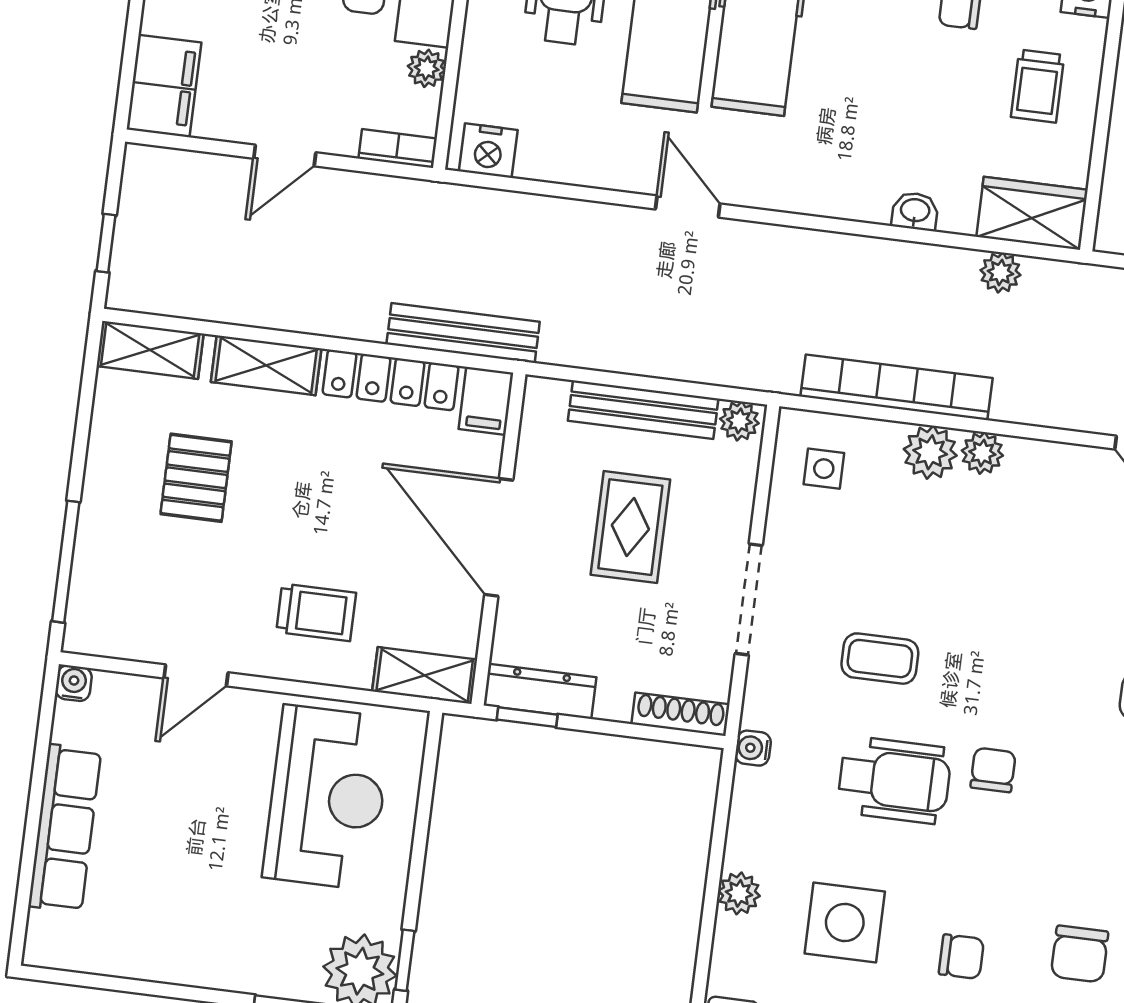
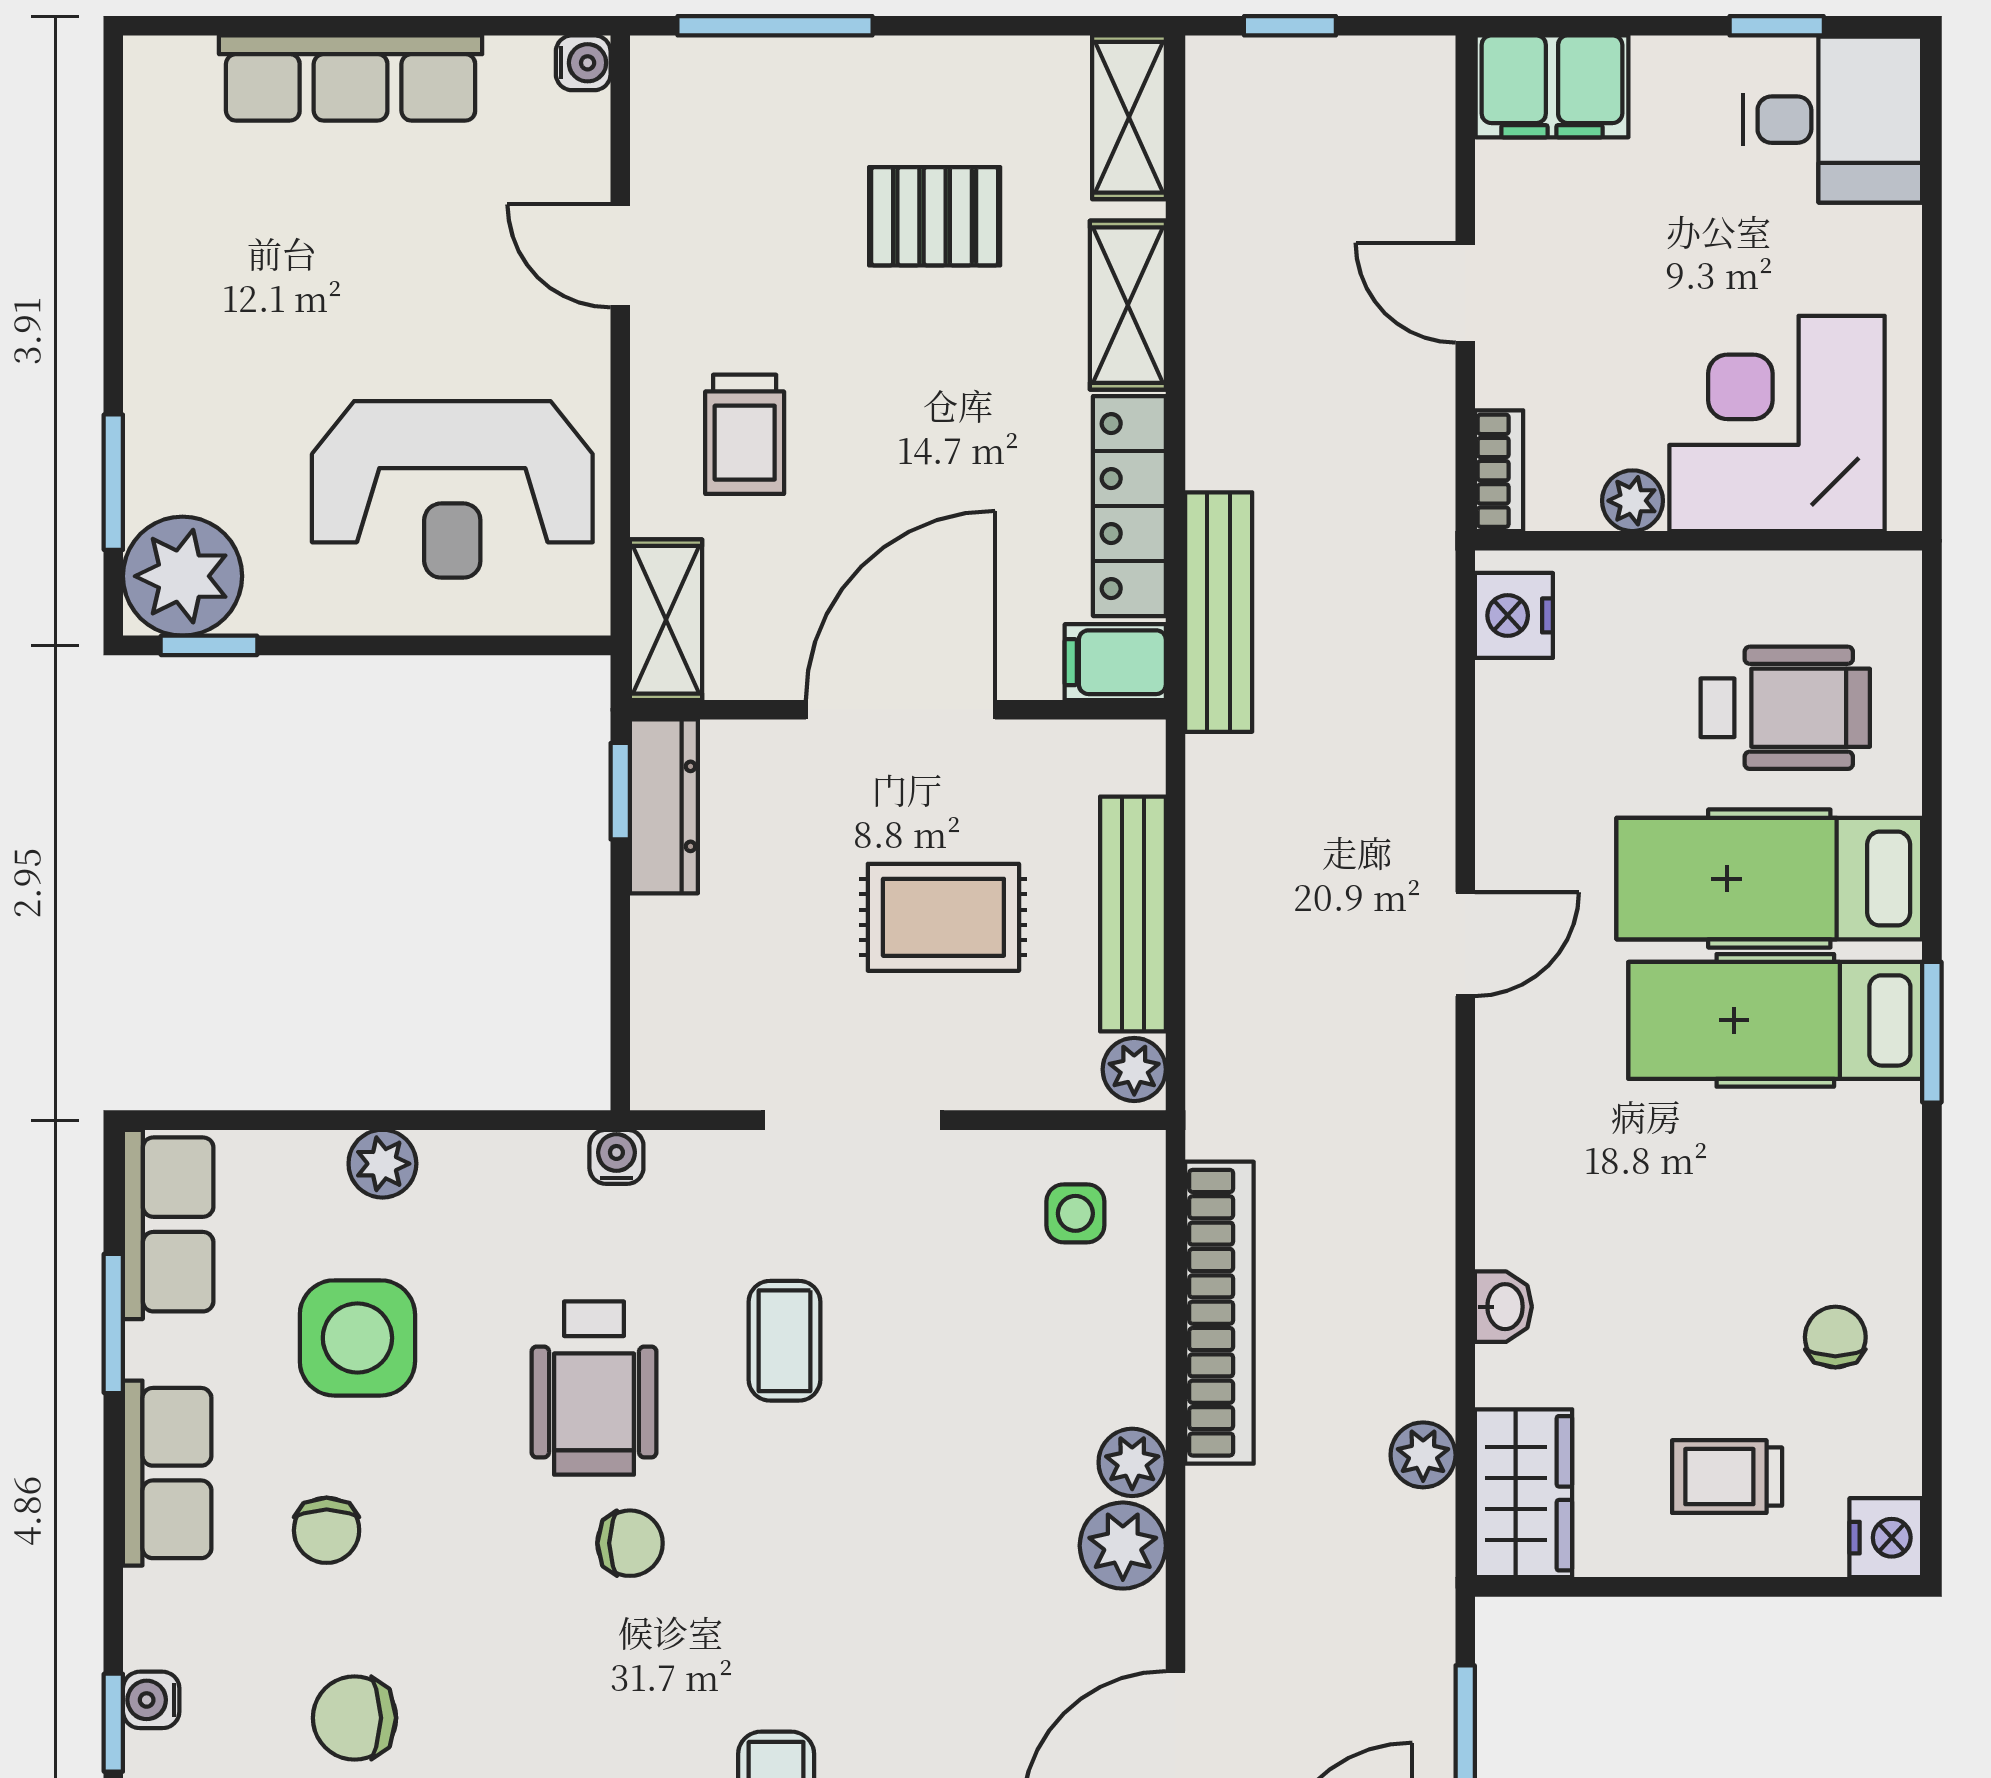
plant: (930, 452) -> (1123, 1546), moved
shoe rack: (680, 714) -> (656, 1034), removed

